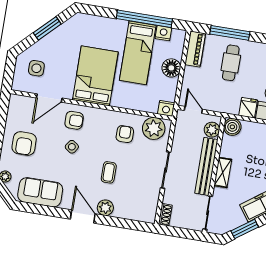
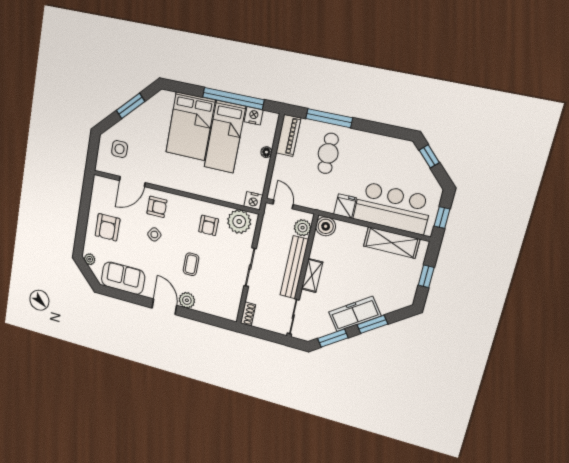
floor lamp: (171, 68) -> (266, 152), width x0.53, depth x0.53
bed: (95, 76) -> (190, 126), moved, turned 180
armchair: (125, 134) -> (209, 225), turned 180

